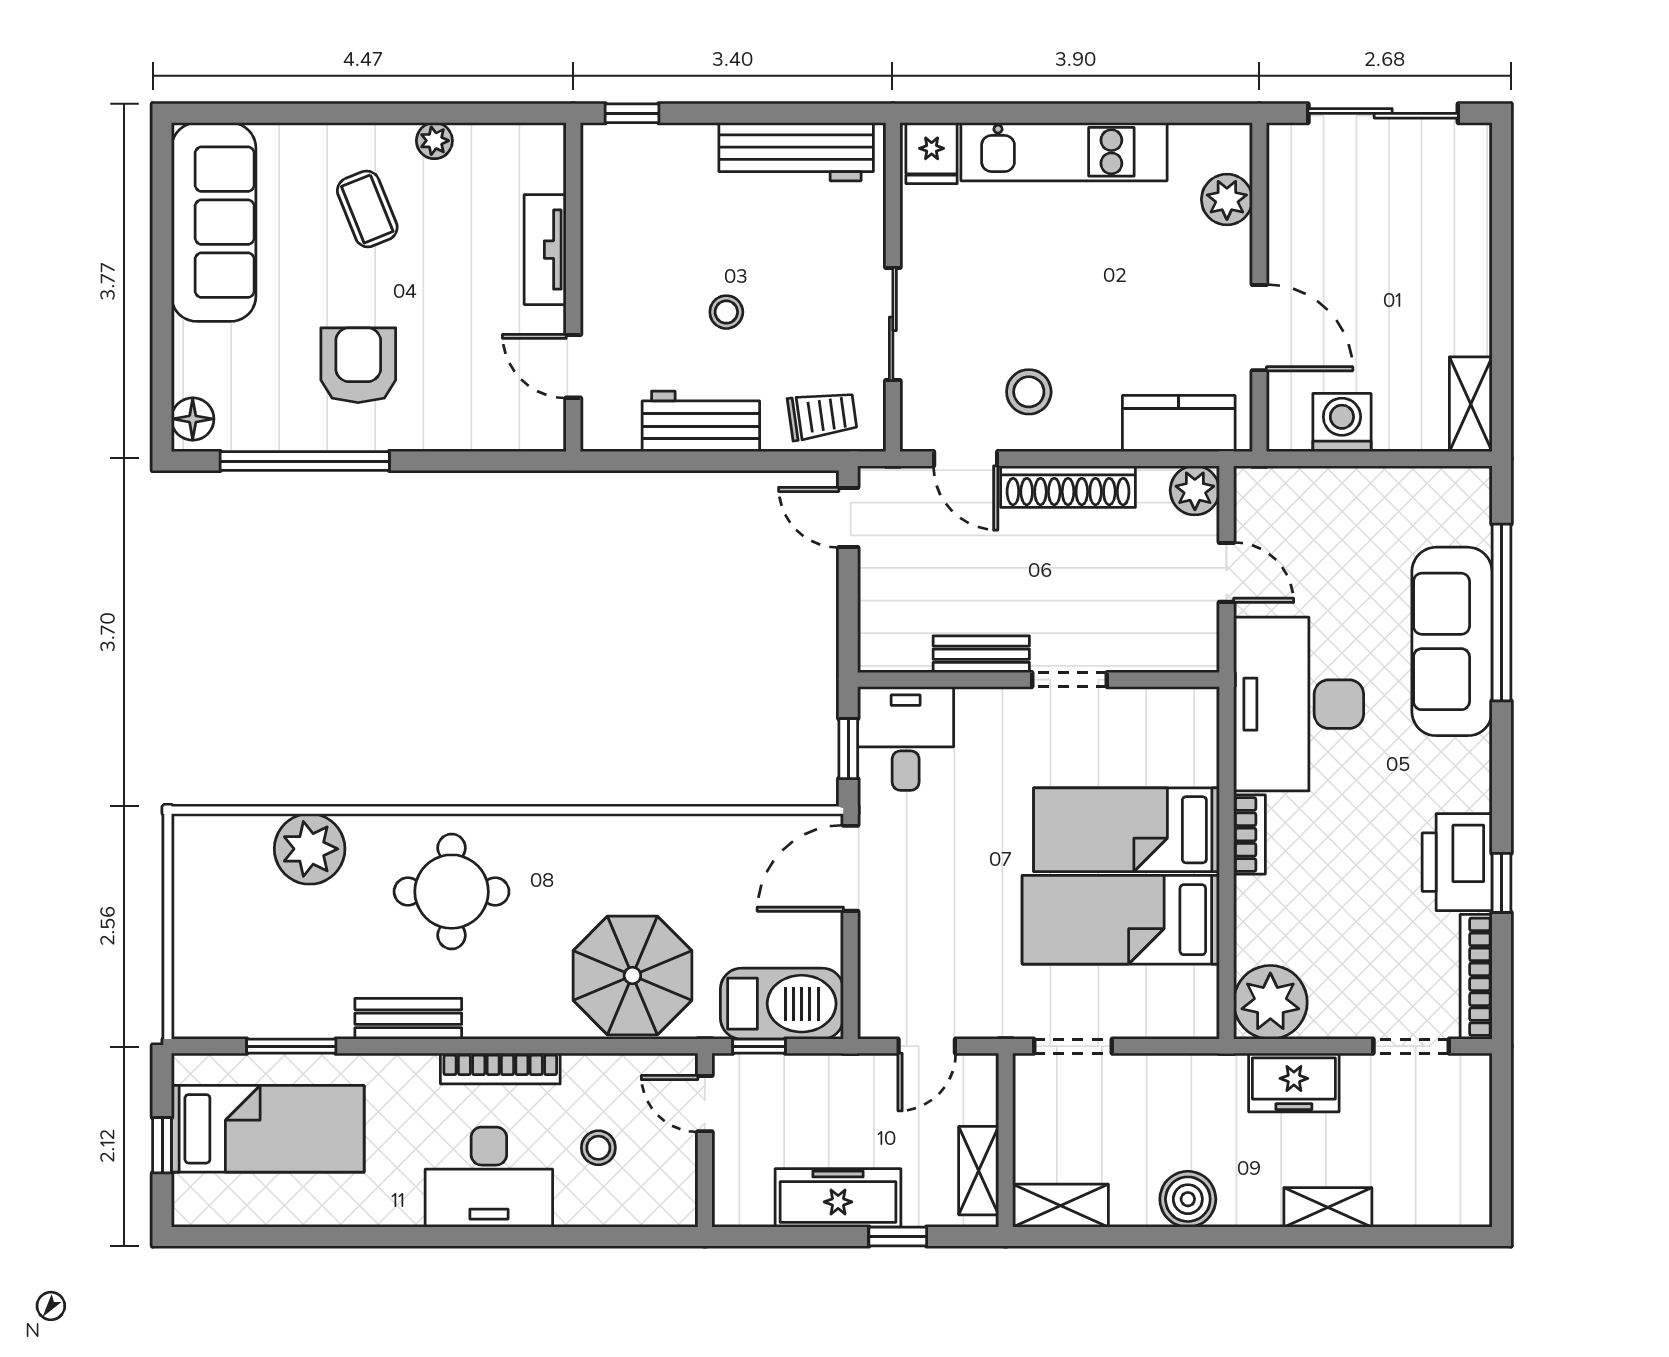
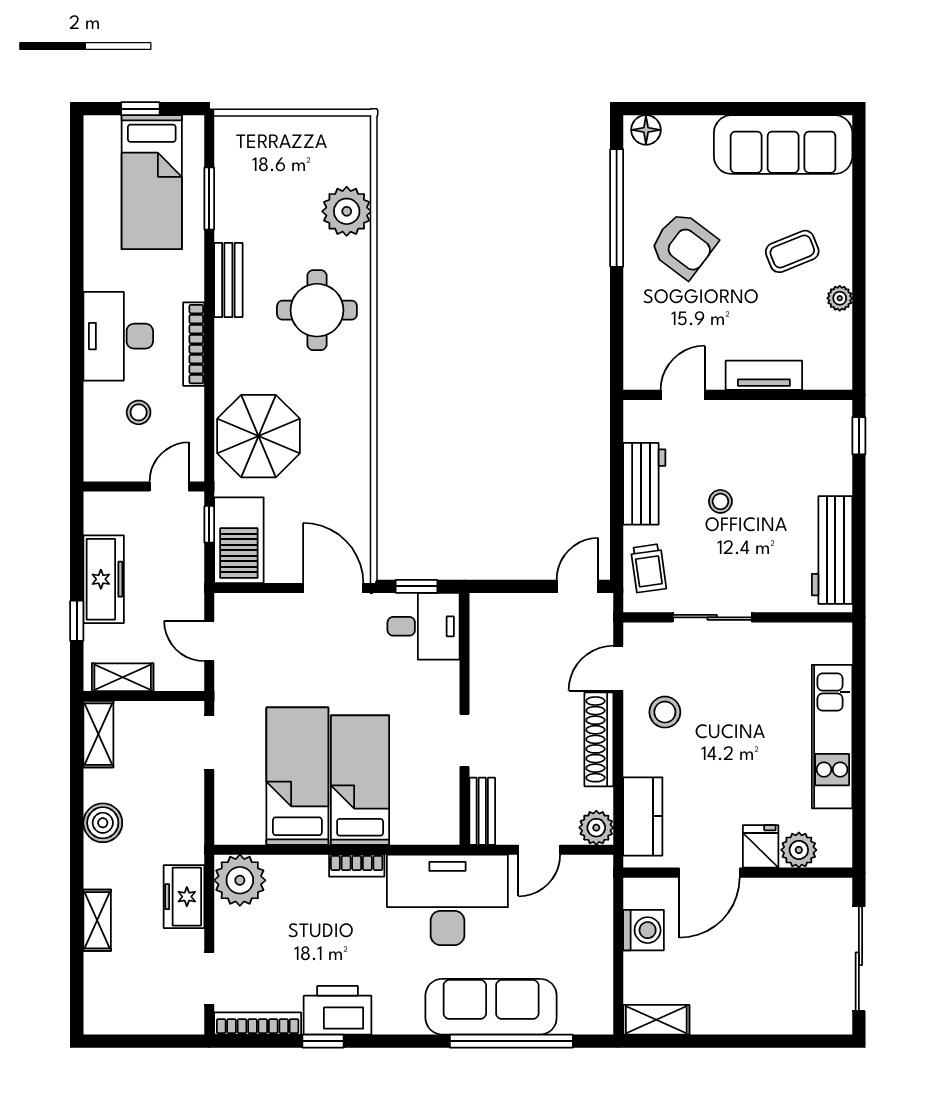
fridge: (932, 153) -> (761, 846), moved, turned 90
armchair: (358, 365) -> (683, 245), turned 37
bench: (981, 654) -> (482, 811), moved

